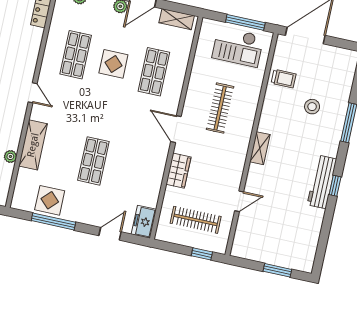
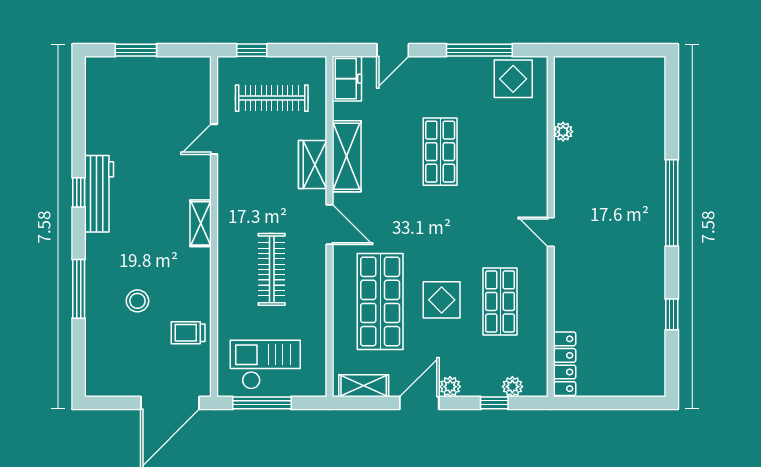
shop shelf: (154, 72) -> (380, 301), width x1.43, depth x1.36
shelving: (33, 145) -> (347, 156), moved
display table: (50, 200) -> (513, 79), moved

